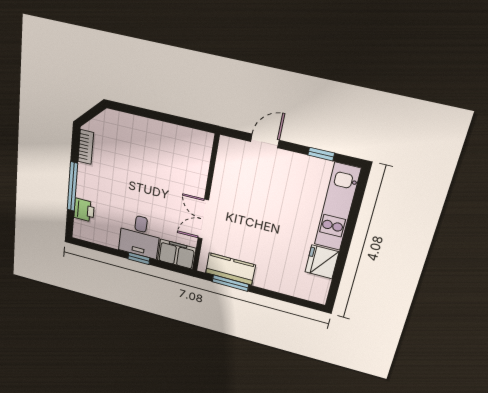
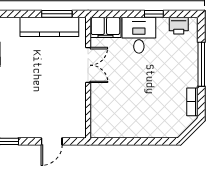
printer: (84, 210) -> (179, 26), moved, turned -90
window: (139, 258) -> (154, 14), moved
kitchen counter: (230, 269) -> (49, 27), width x1.50

